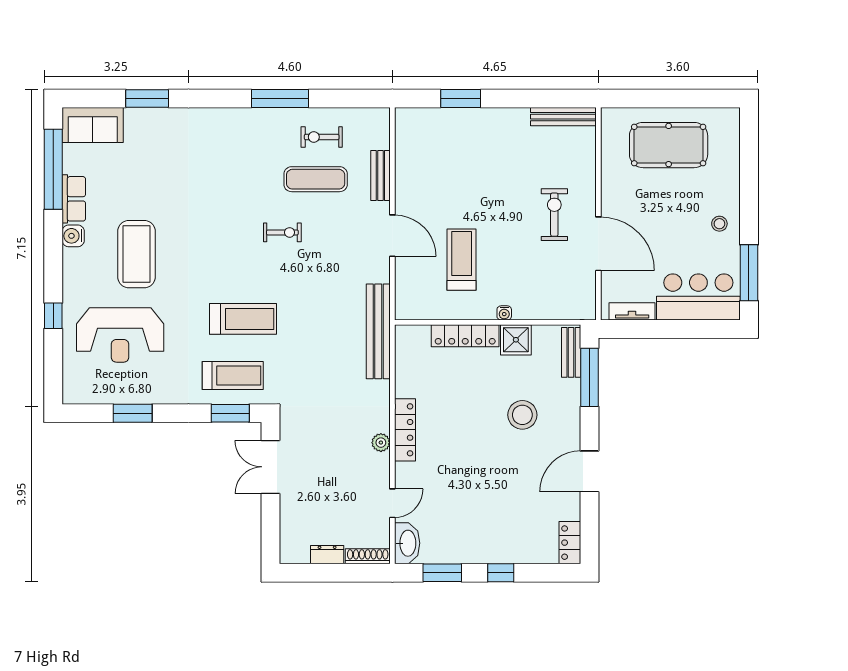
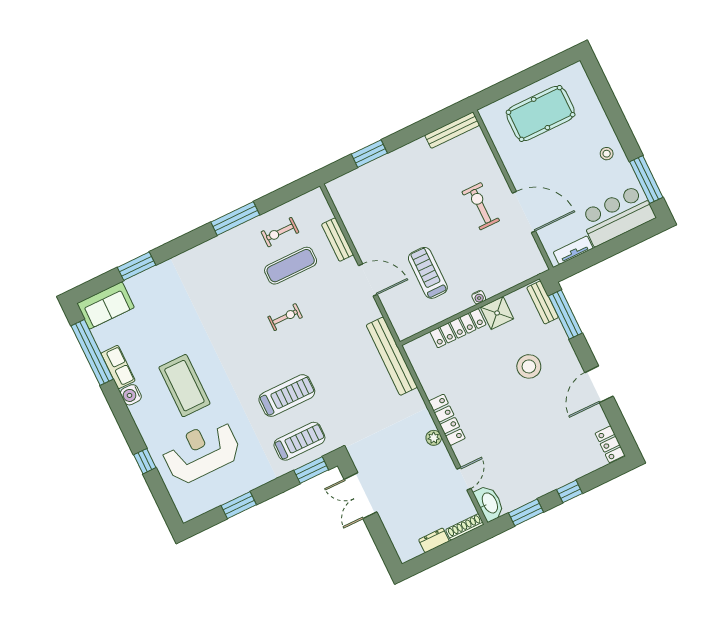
reception desk: (120, 335) -> (201, 452), turned 180

